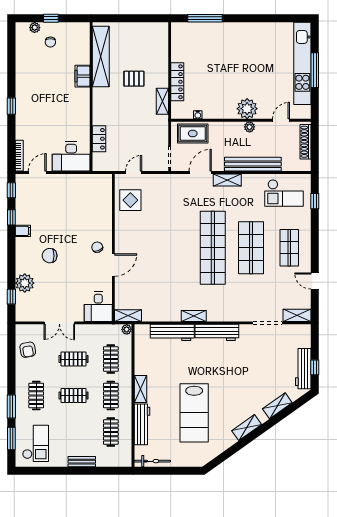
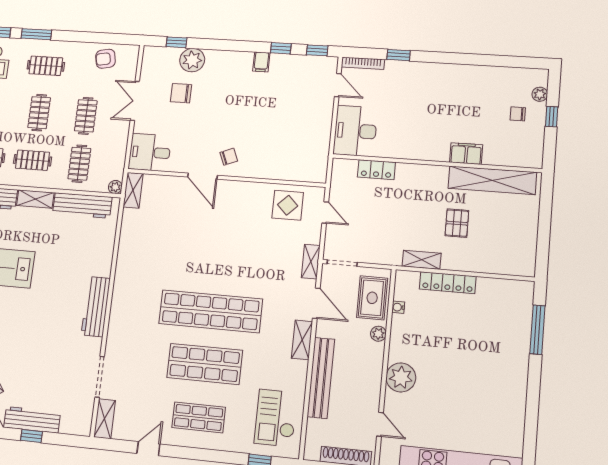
window: (11, 106) -> (399, 55), moved
plant: (250, 127) -> (378, 334), moved
chair: (50, 256) -> (181, 93), moved, turned -90
shelving: (194, 316) -> (311, 262), moved
workbench: (172, 332) -> (82, 205), moved, turned -90
clothes rail: (111, 359) -> (79, 164), turned 90

